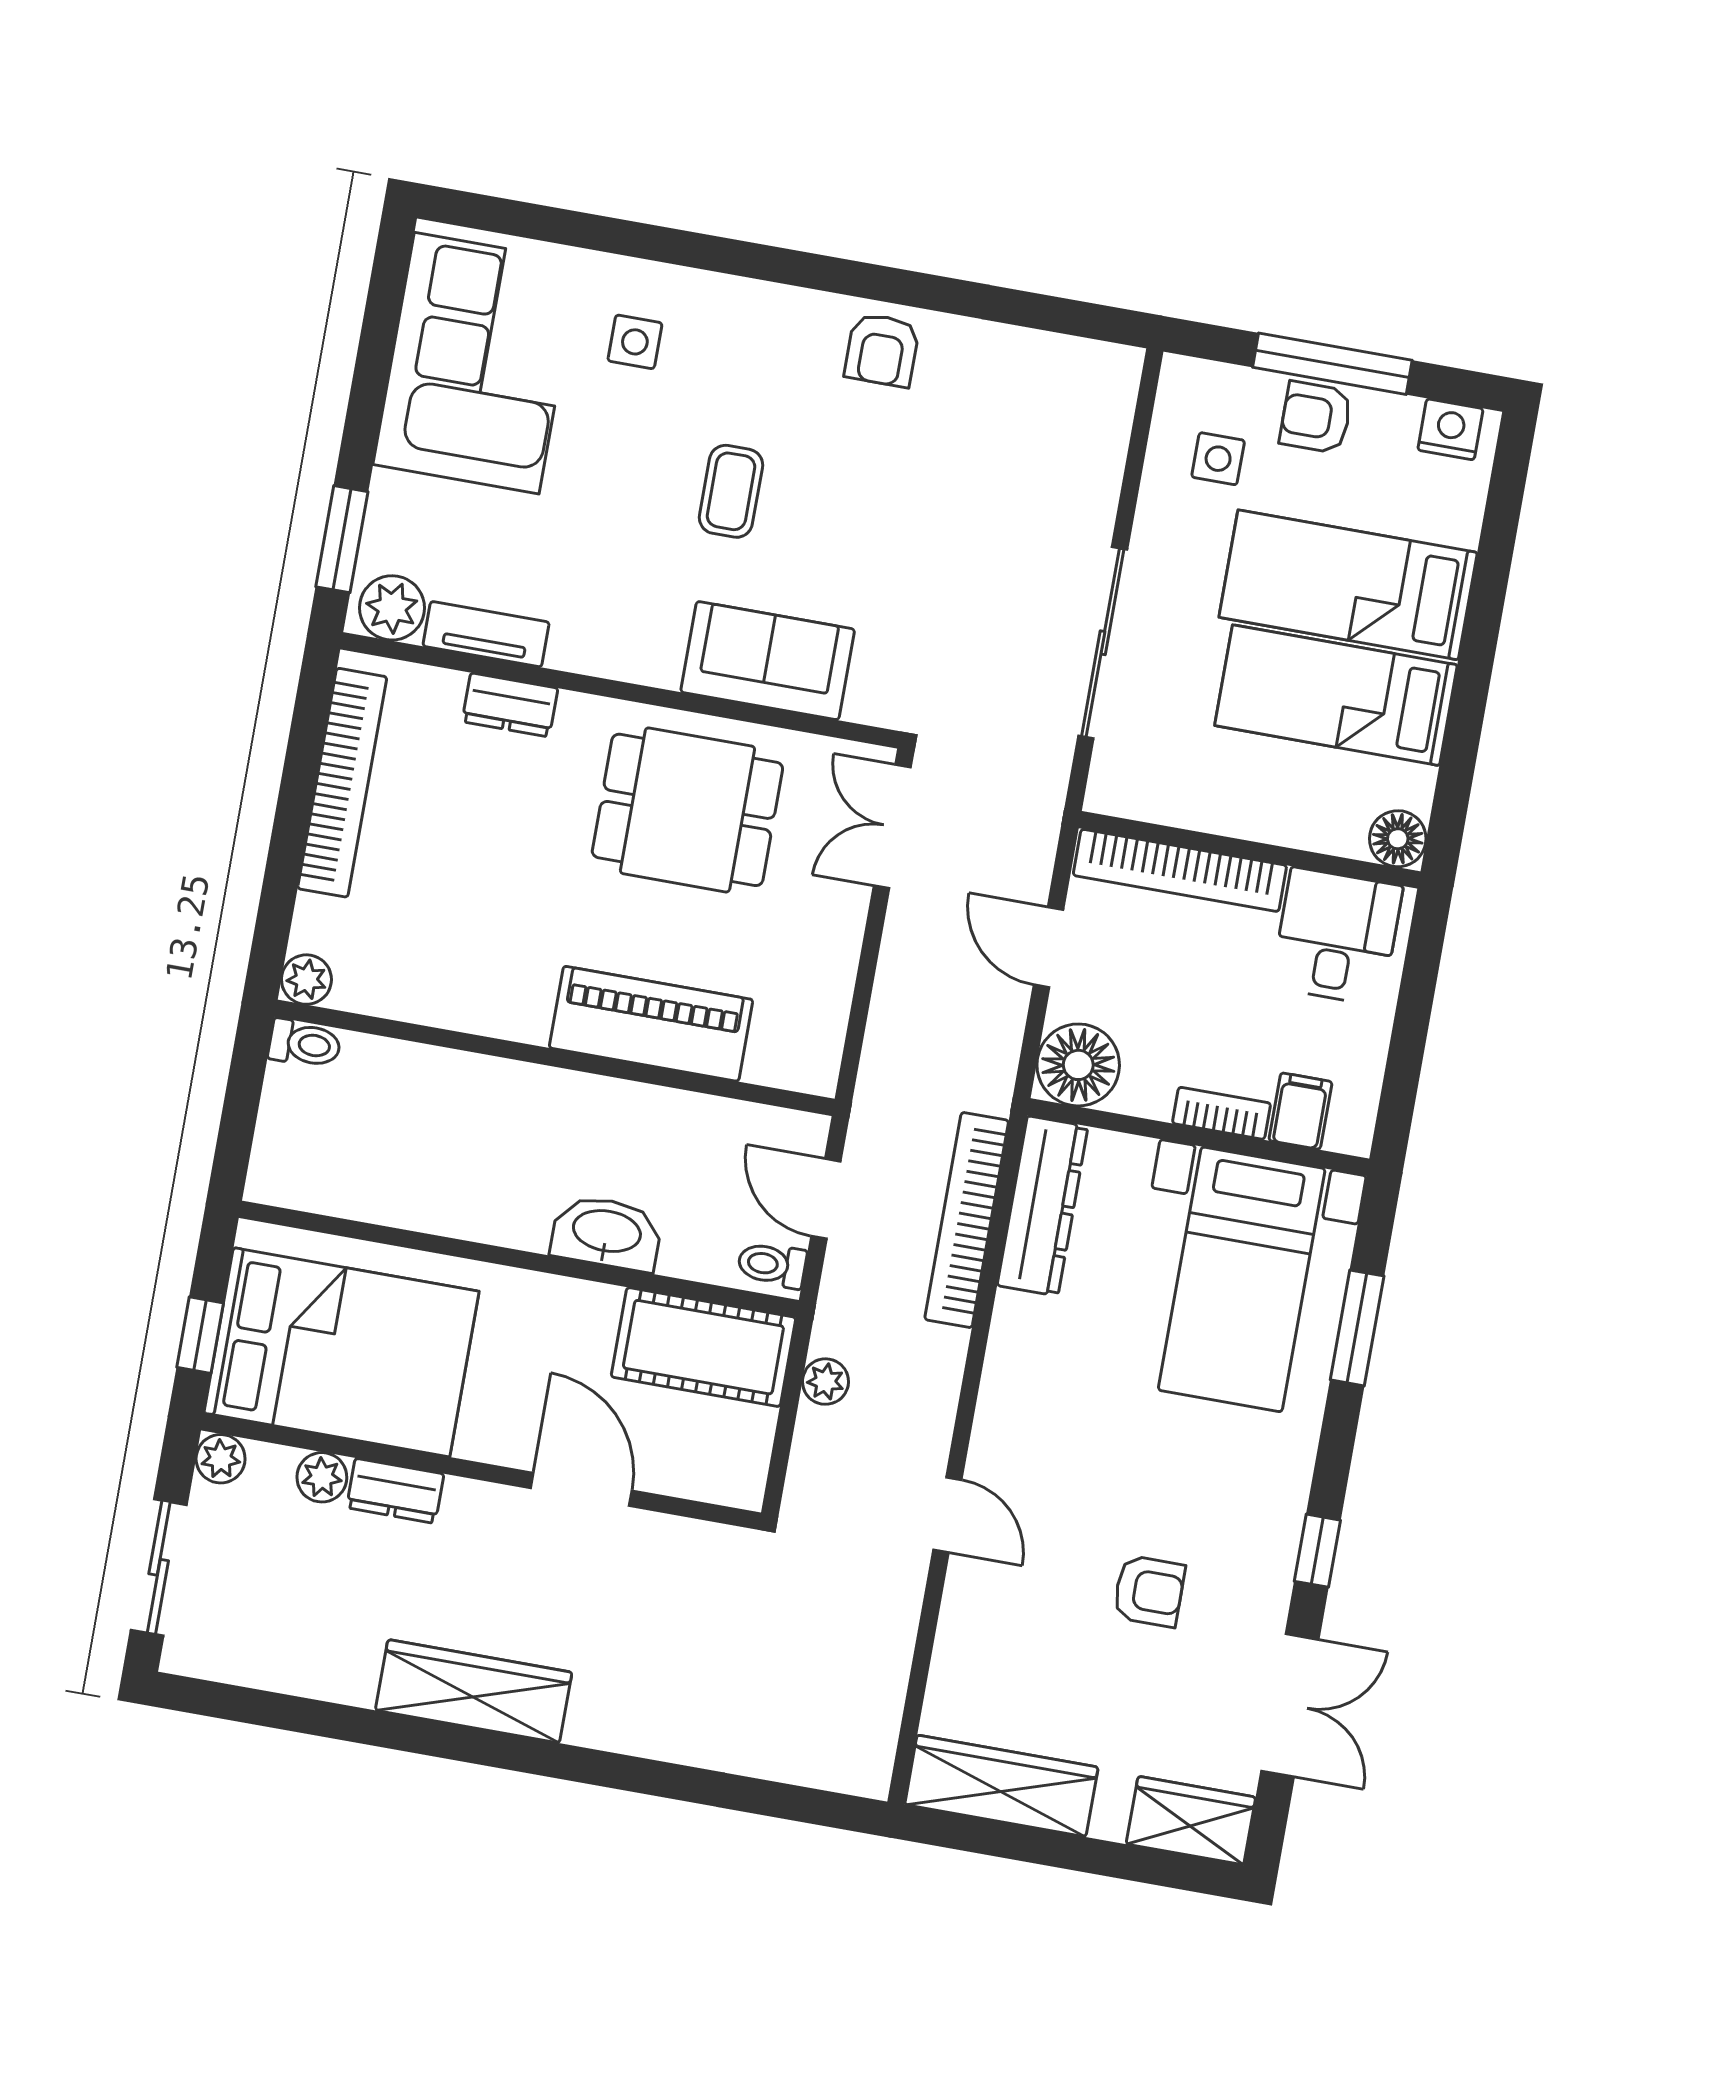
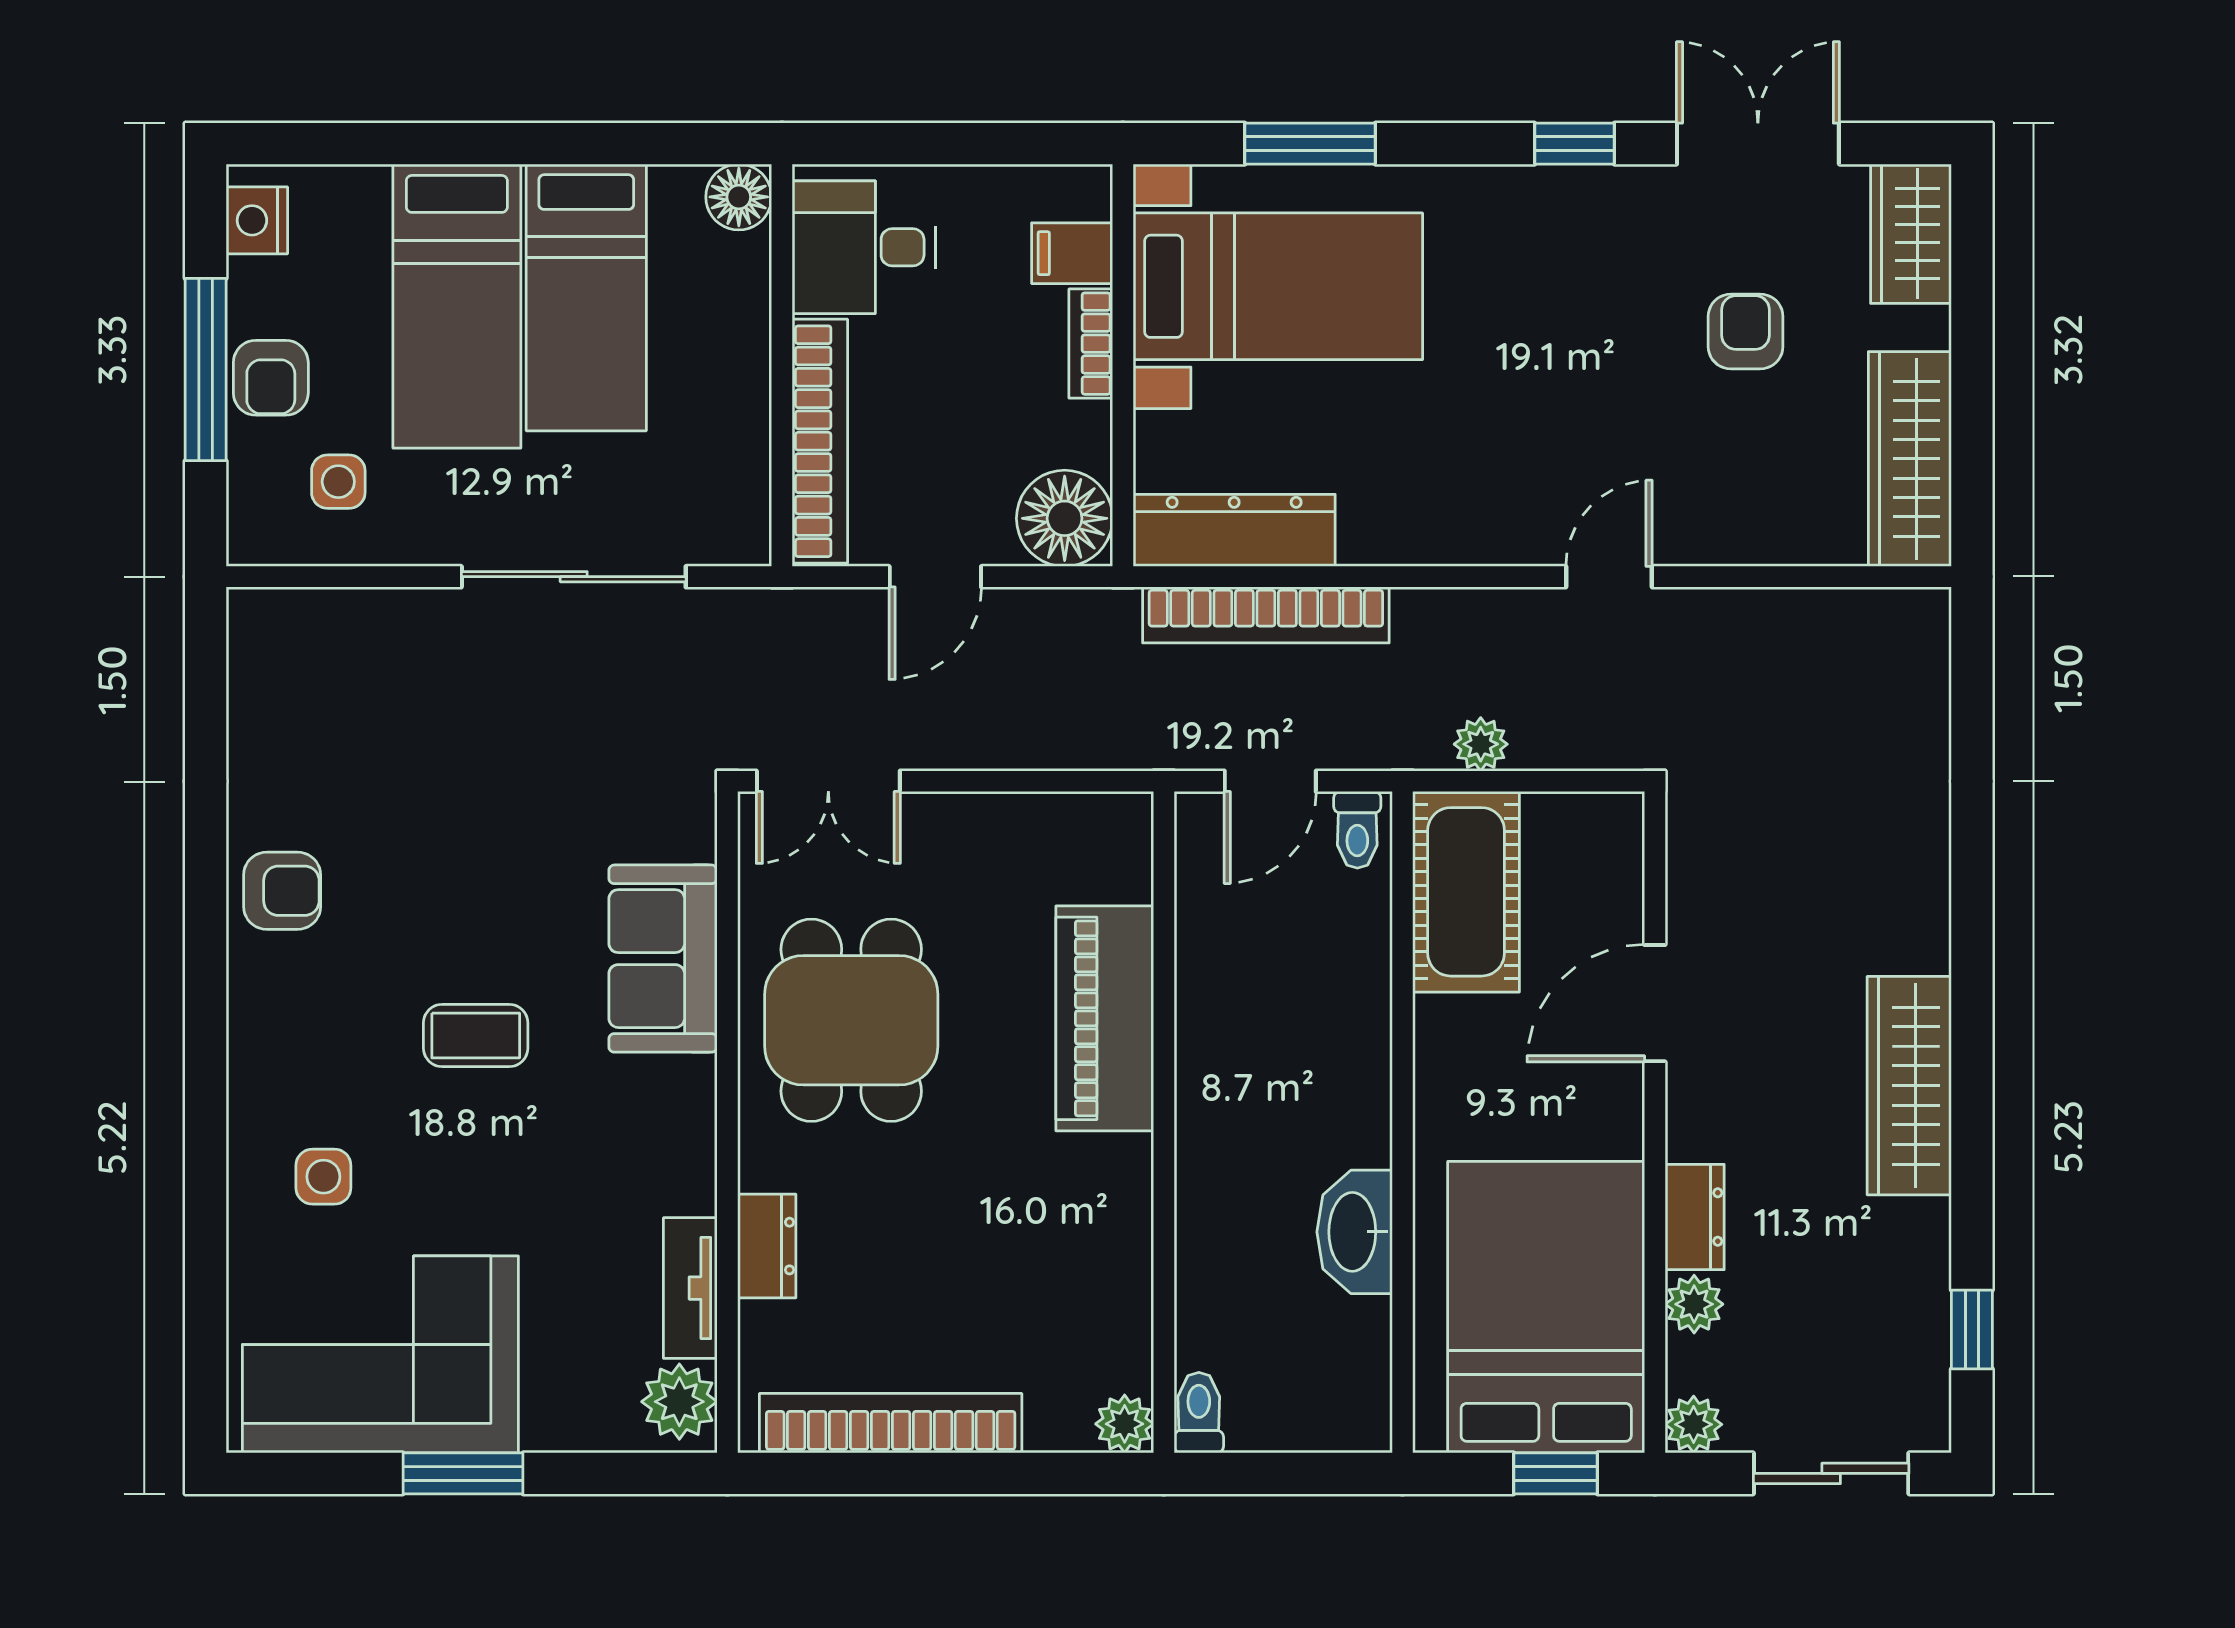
window: (342, 539) -> (463, 1473), moved
washbasin: (607, 1233) -> (1355, 1232), moved
armchair: (1149, 1591) -> (1746, 331), moved
window: (259, 1707) -> (1972, 1330), added

